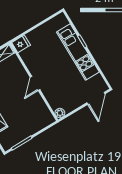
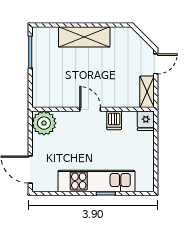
dishwasher: (33, 64) -> (114, 120), added
plant: (60, 113) -> (44, 123), width x1.88, depth x1.88

